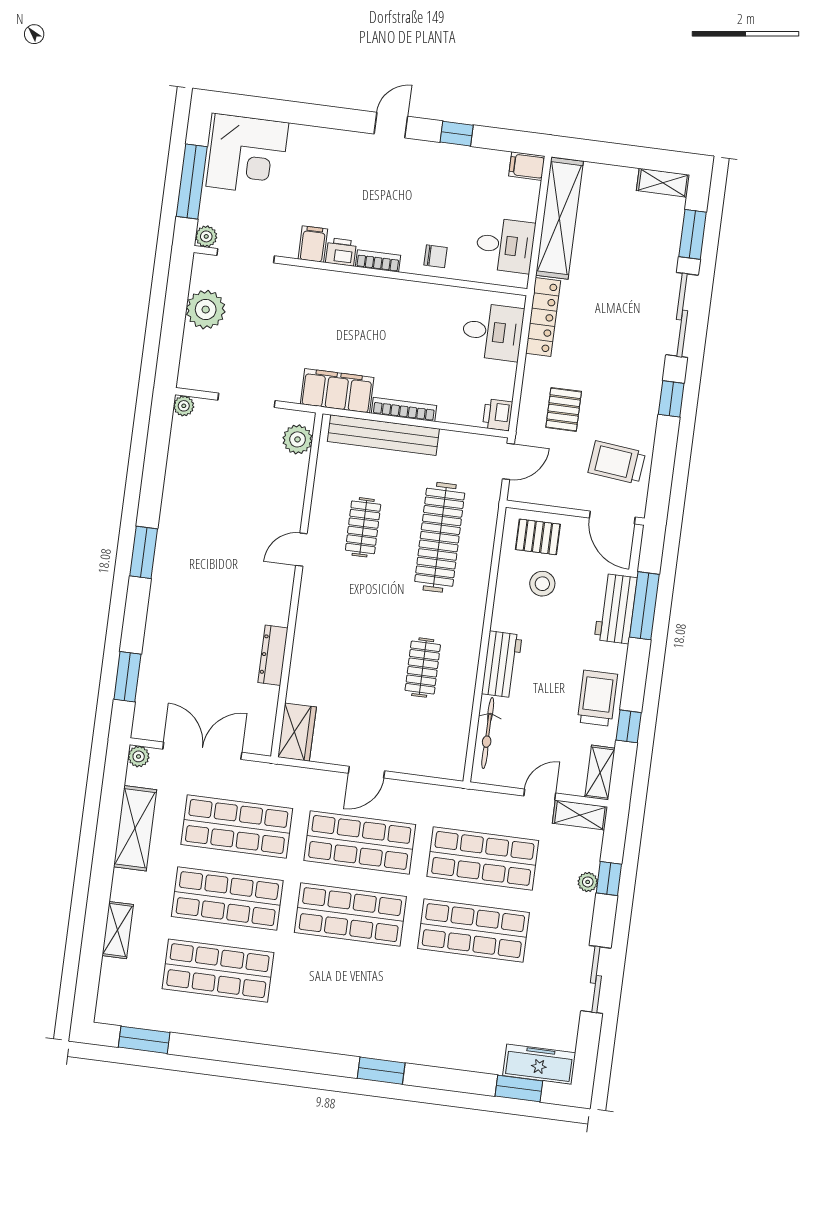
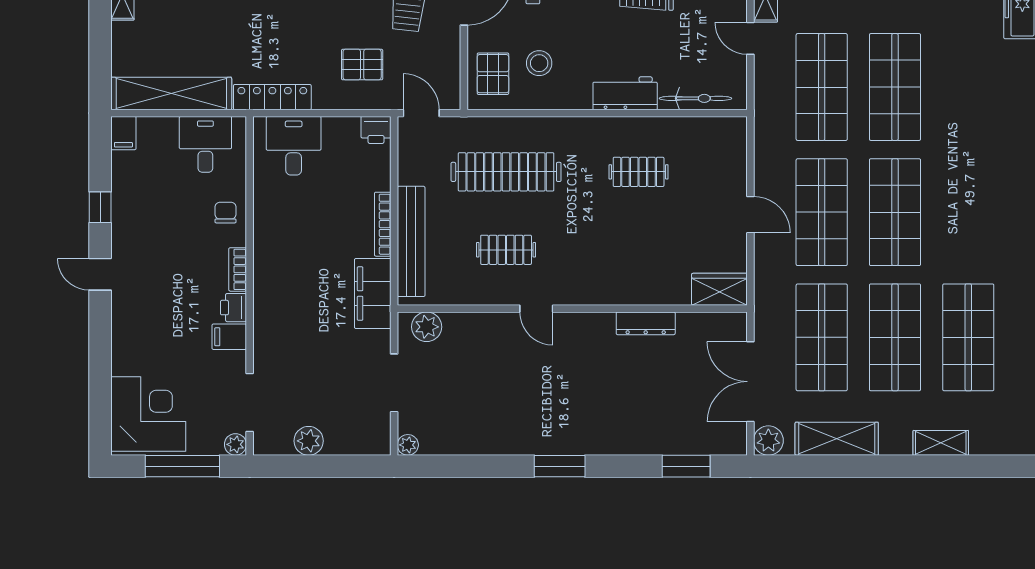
plant: (206, 310) -> (309, 441), width x0.73, depth x0.73
plant: (139, 756) -> (768, 441), width x1.38, depth x1.38

